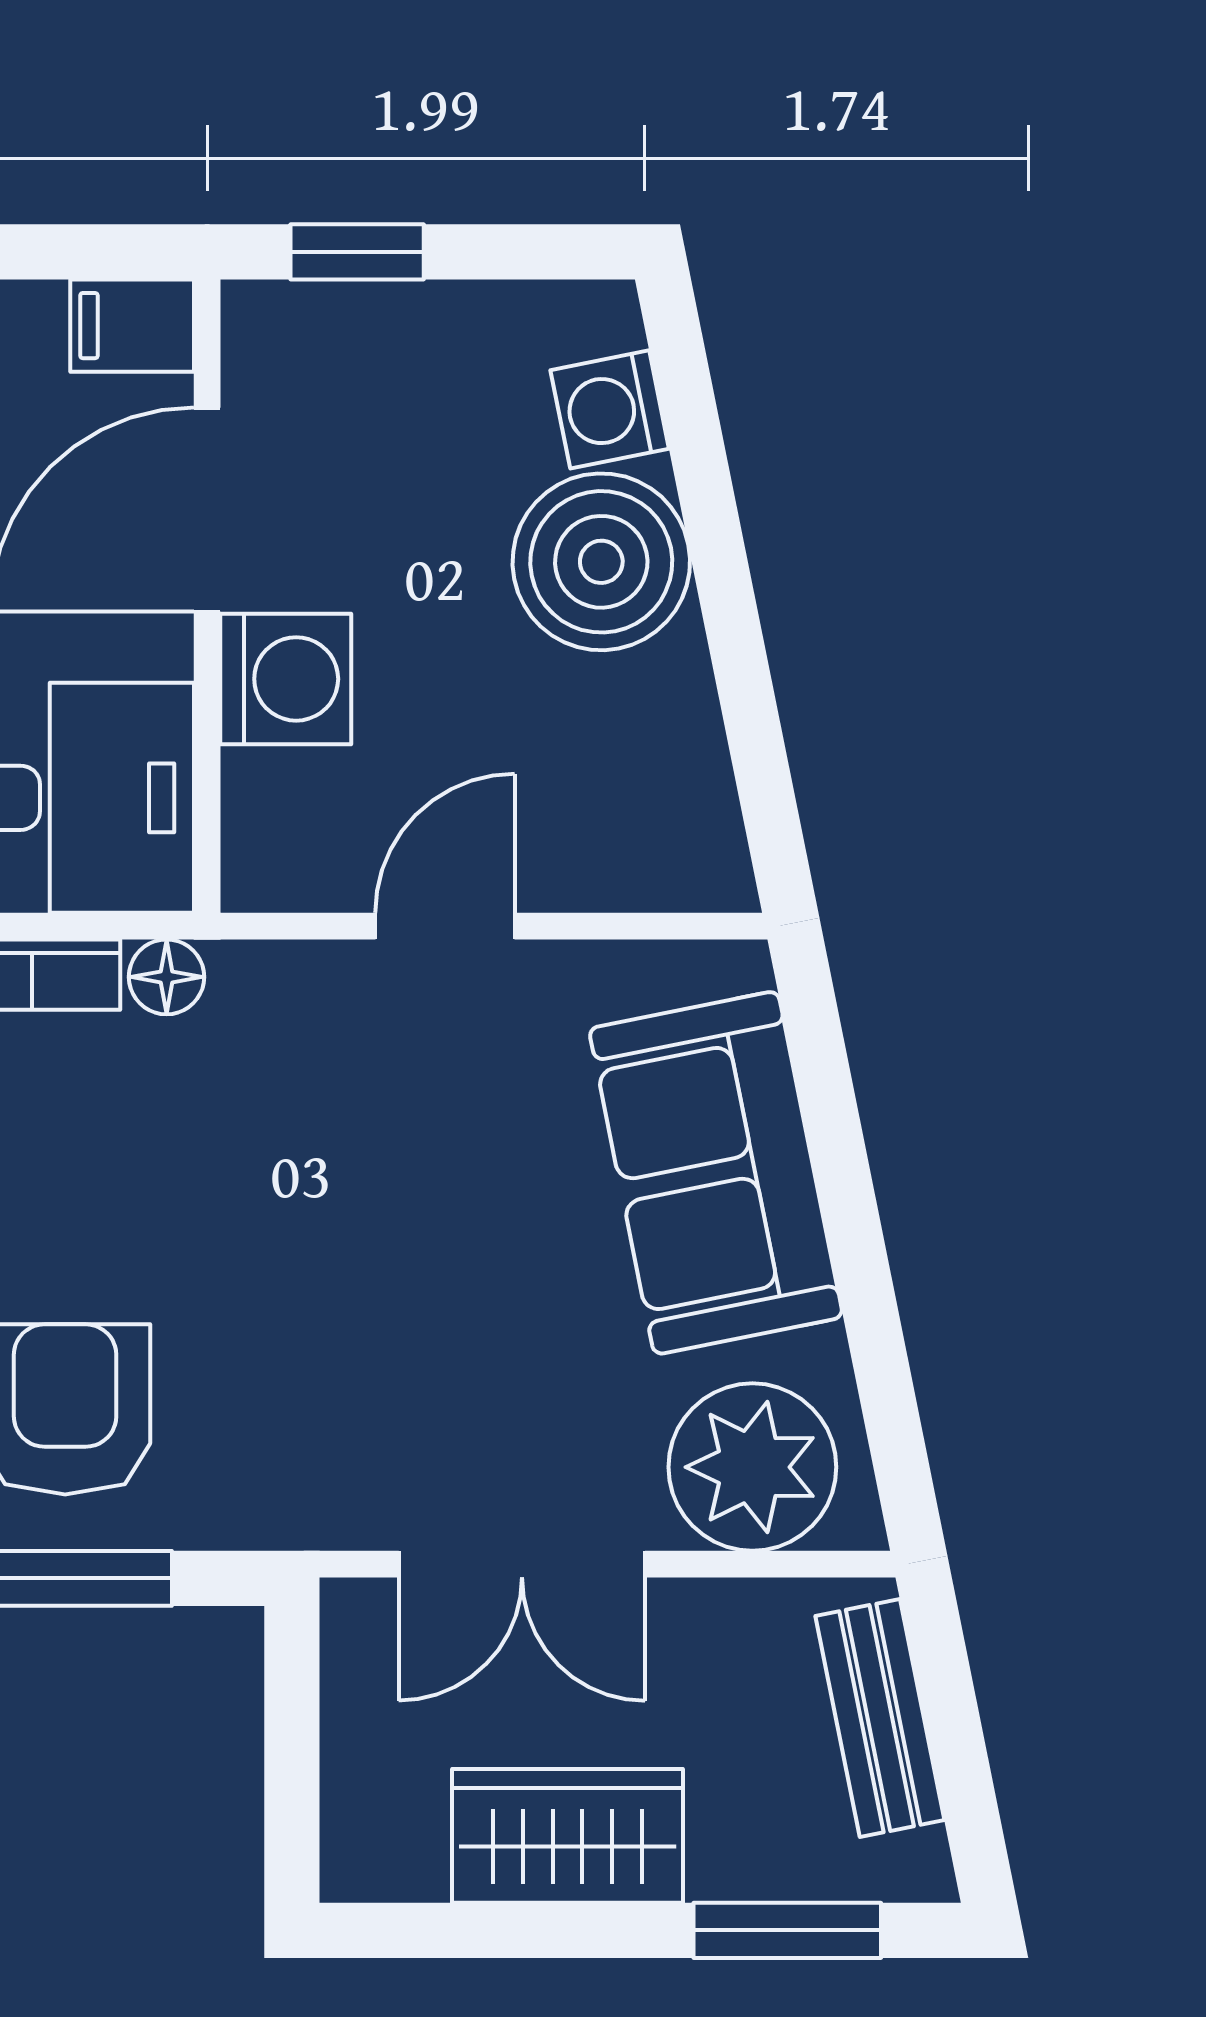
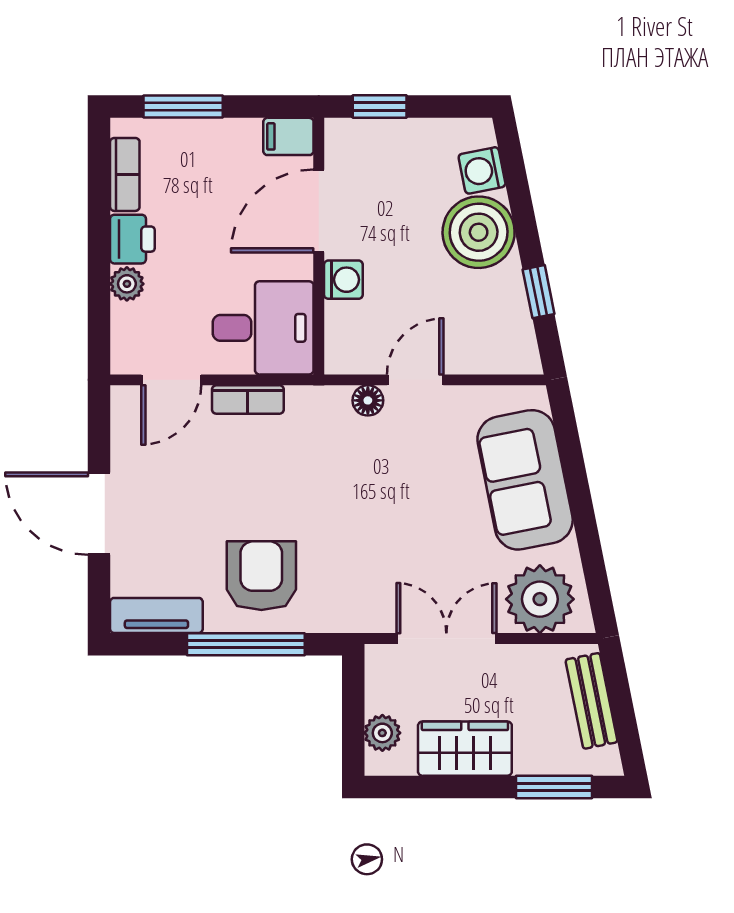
washing machine: (286, 679) -> (343, 280), width x0.73, depth x0.73
window: (749, 709) -> (539, 292), added
floor lamp: (167, 977) -> (368, 400), moved
double door: (522, 1564) -> (446, 638), swing flipped
plant: (364, 1797) -> (382, 733), added

